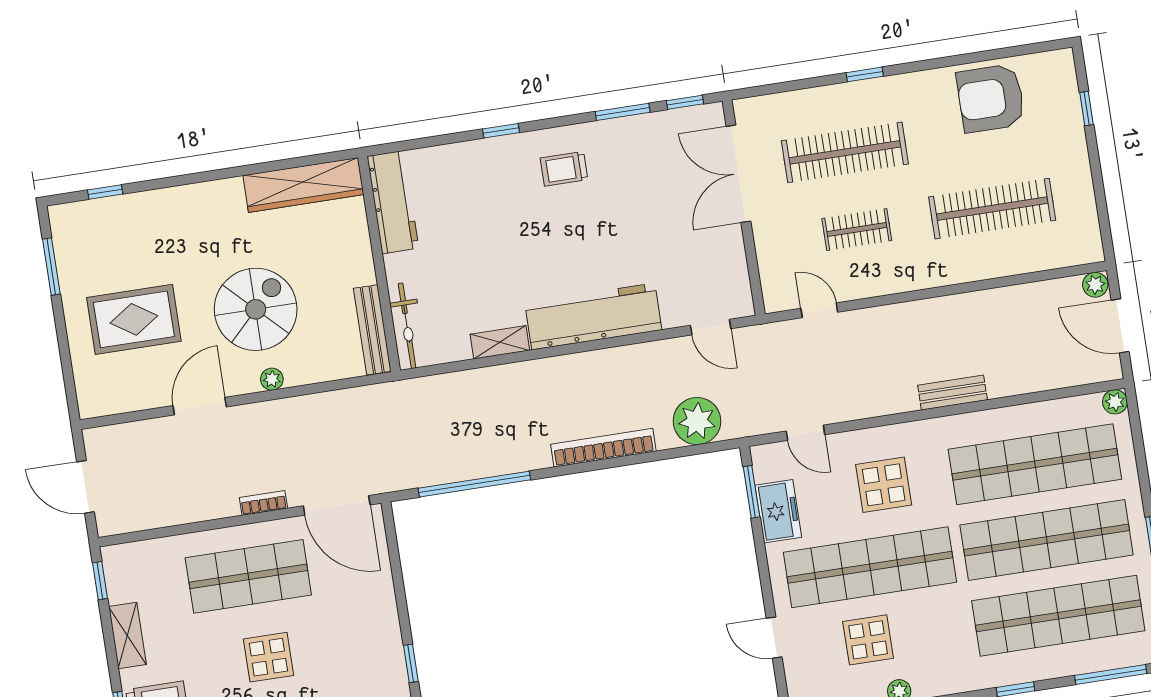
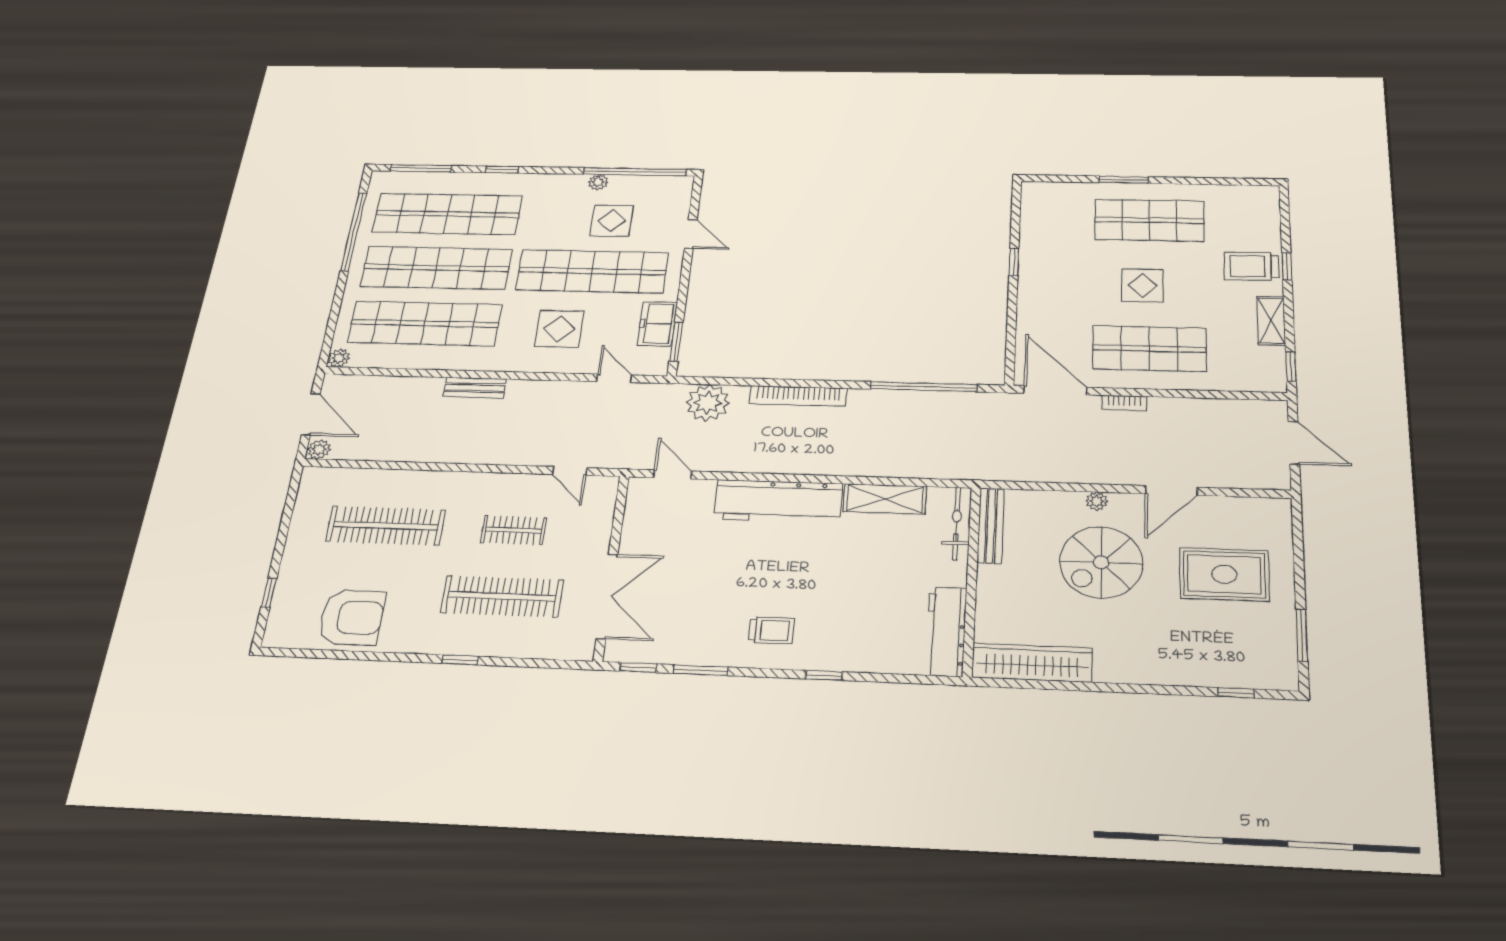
shelving: (500, 342) -> (885, 499), width x1.50, depth x1.33

